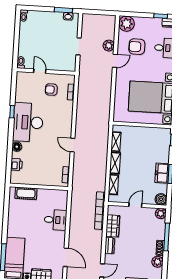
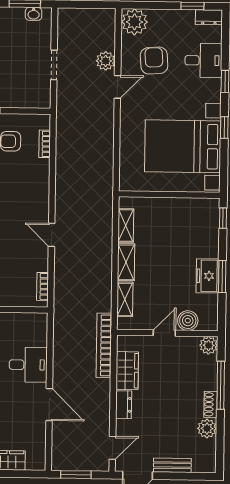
armchair: (137, 47) -> (154, 61), turned 86
boiler: (161, 199) -> (188, 321), moved
door: (66, 257) -> (49, 404), moved

